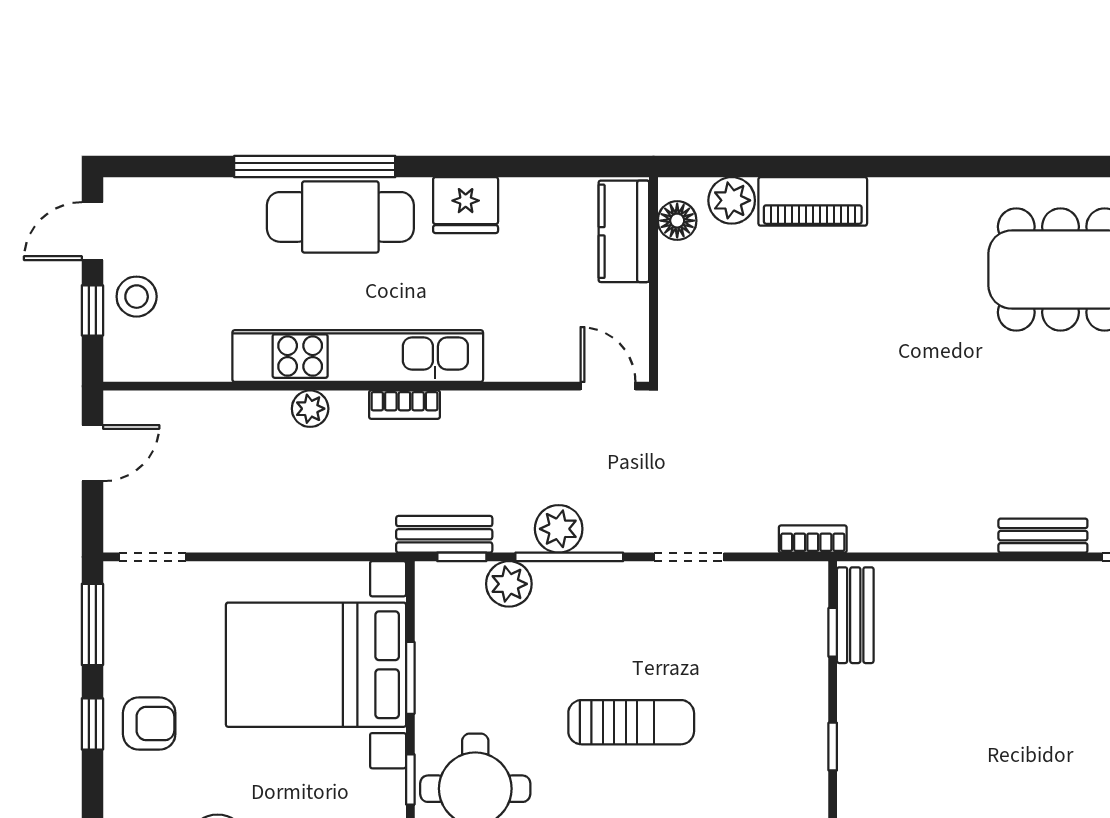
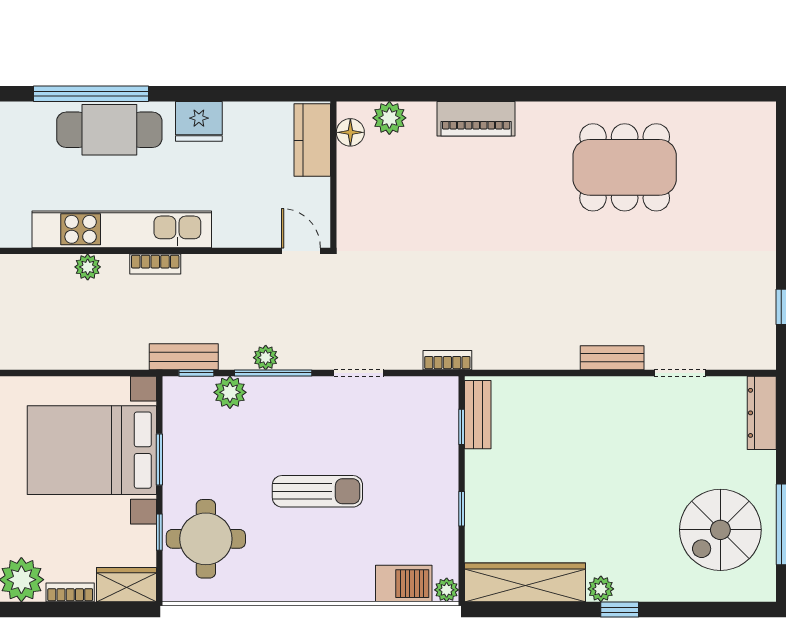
piano: (813, 201) -> (476, 119), moved
plant: (559, 529) -> (266, 358), width x0.73, depth x0.73

